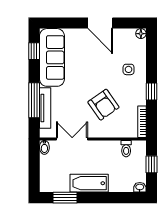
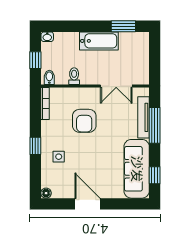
window: (151, 92) -> (35, 146), moved
armchair: (103, 105) -> (84, 121), turned -145
bidet: (44, 147) -> (49, 77), moved
toilet: (126, 149) -> (74, 76), moved

